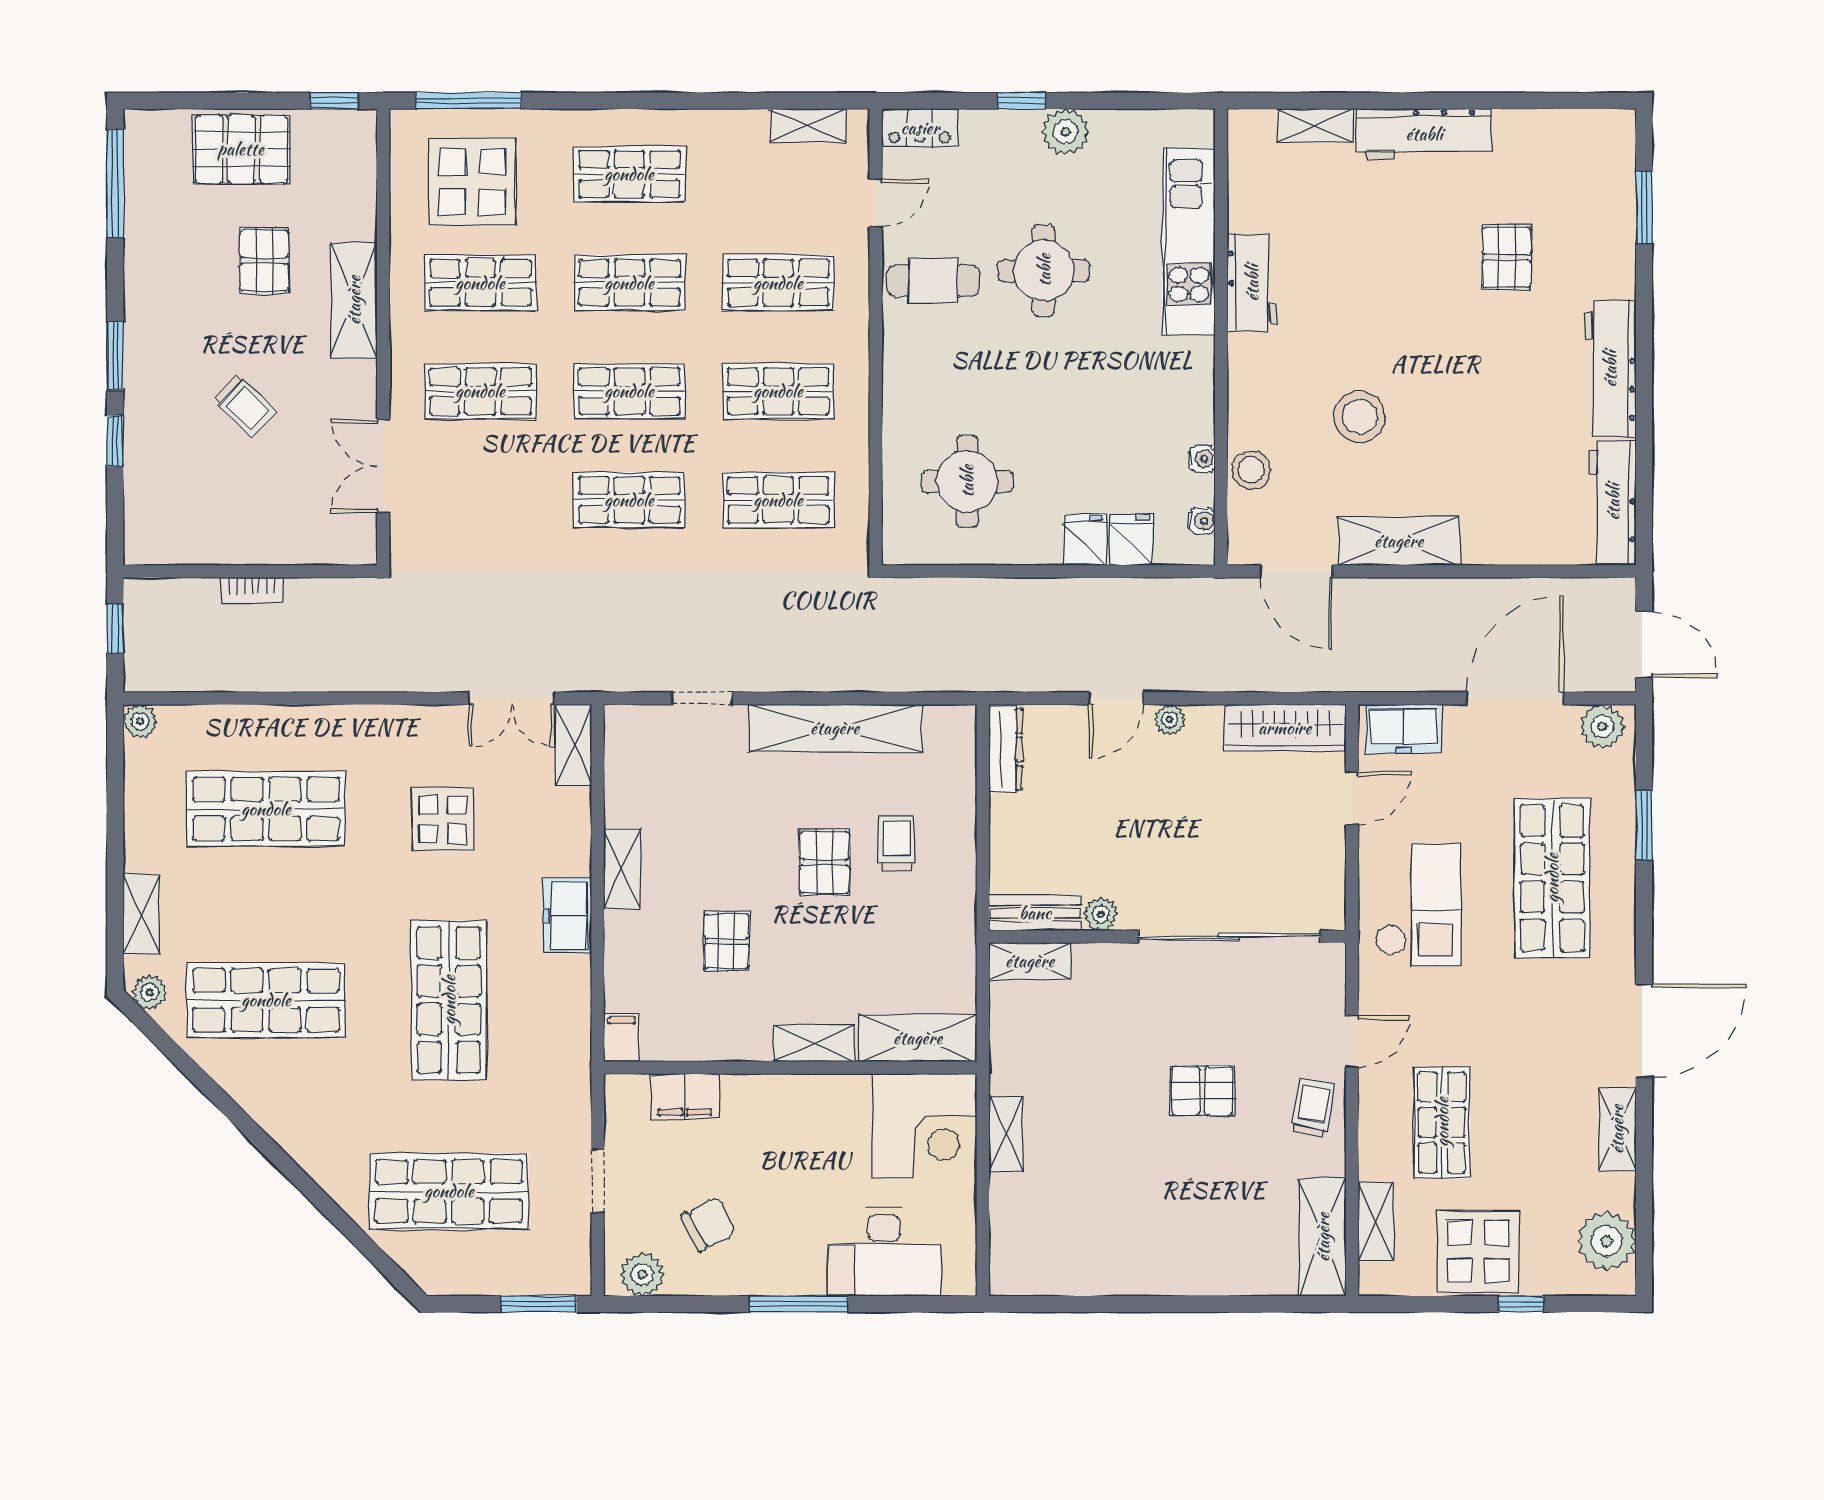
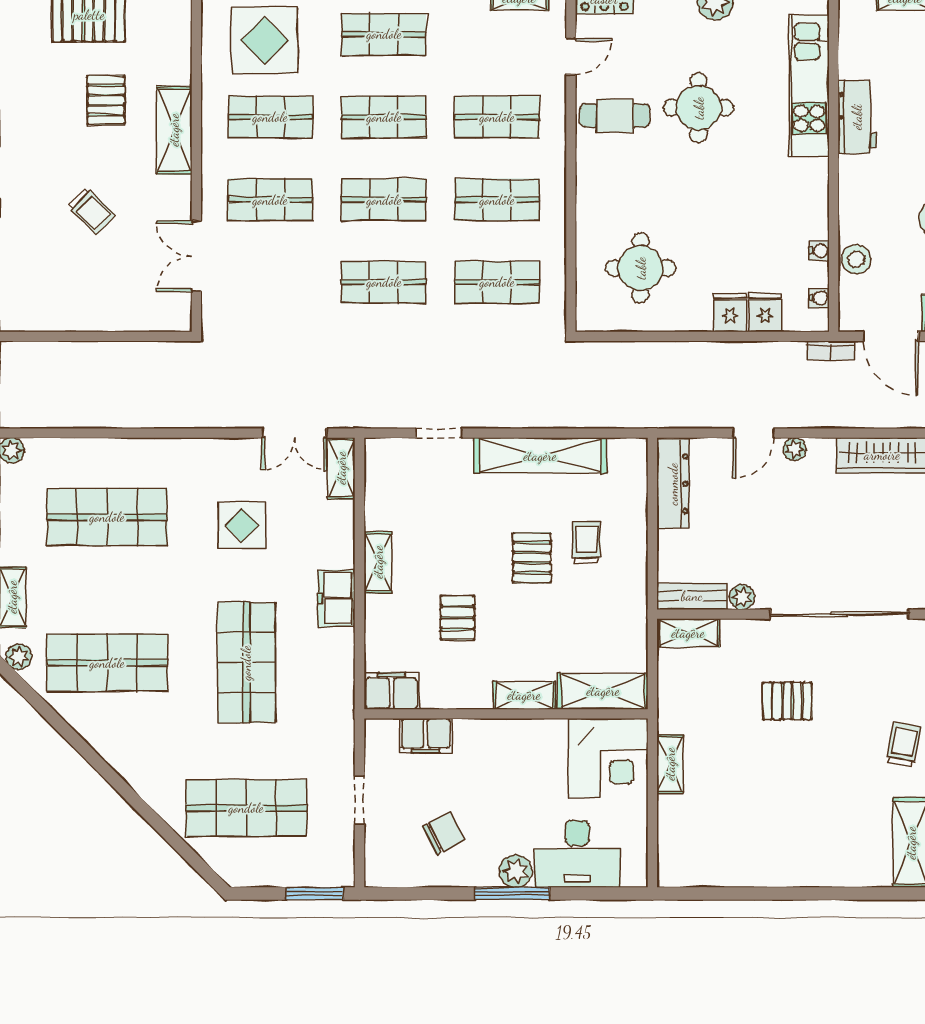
bookcase: (252, 590) -> (831, 350), moved
dresser: (1006, 749) -> (673, 484), width x1.37, depth x1.24
filing cabinet: (622, 1038) -> (392, 691), width x2.00
pallet: (1202, 1091) -> (787, 701), moved
plant: (642, 1275) -> (516, 871), moved

